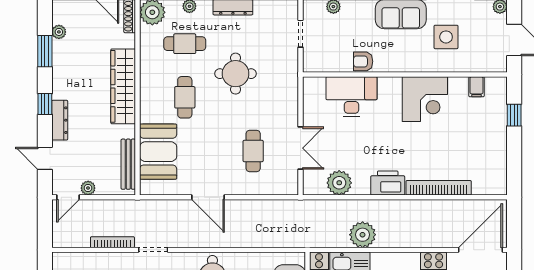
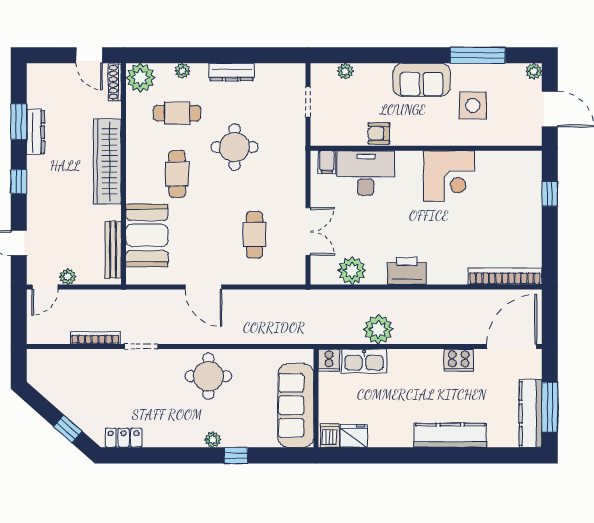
plant: (59, 32) -> (35, 100), removed
filing cabinet: (476, 87) -> (327, 162), moved
dresser: (60, 120) -> (36, 132), moved
bookcase: (439, 188) -> (505, 276), moved

